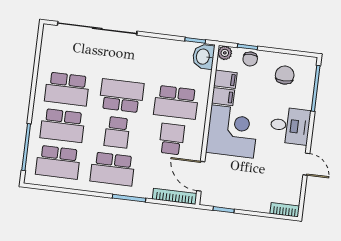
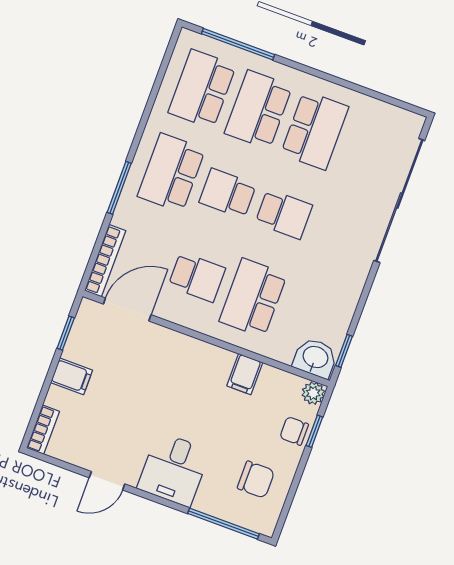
filing cabinet: (225, 79) -> (72, 376), moved, turned -90
school desk: (67, 89) -> (315, 130), turned 180
school desk: (122, 96) -> (284, 214), width x0.54
corner desk: (232, 131) -> (186, 376), removed

